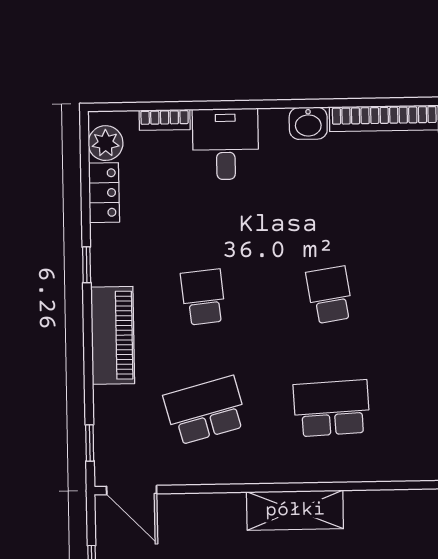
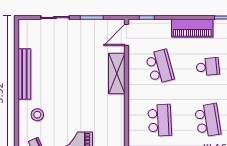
school desk: (330, 295) -> (208, 120), width x1.85
shelving: (295, 510) -> (117, 73), moved

